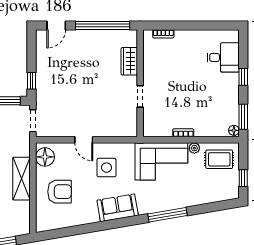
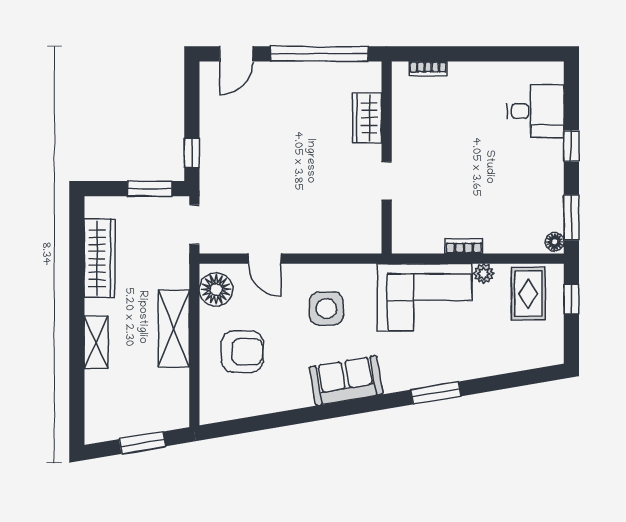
door: (84, 140) -> (265, 259), moved
rug: (219, 159) -> (528, 294), turned 90
window: (243, 178) -> (571, 299), moved
window: (168, 215) -> (436, 393), width x0.69

